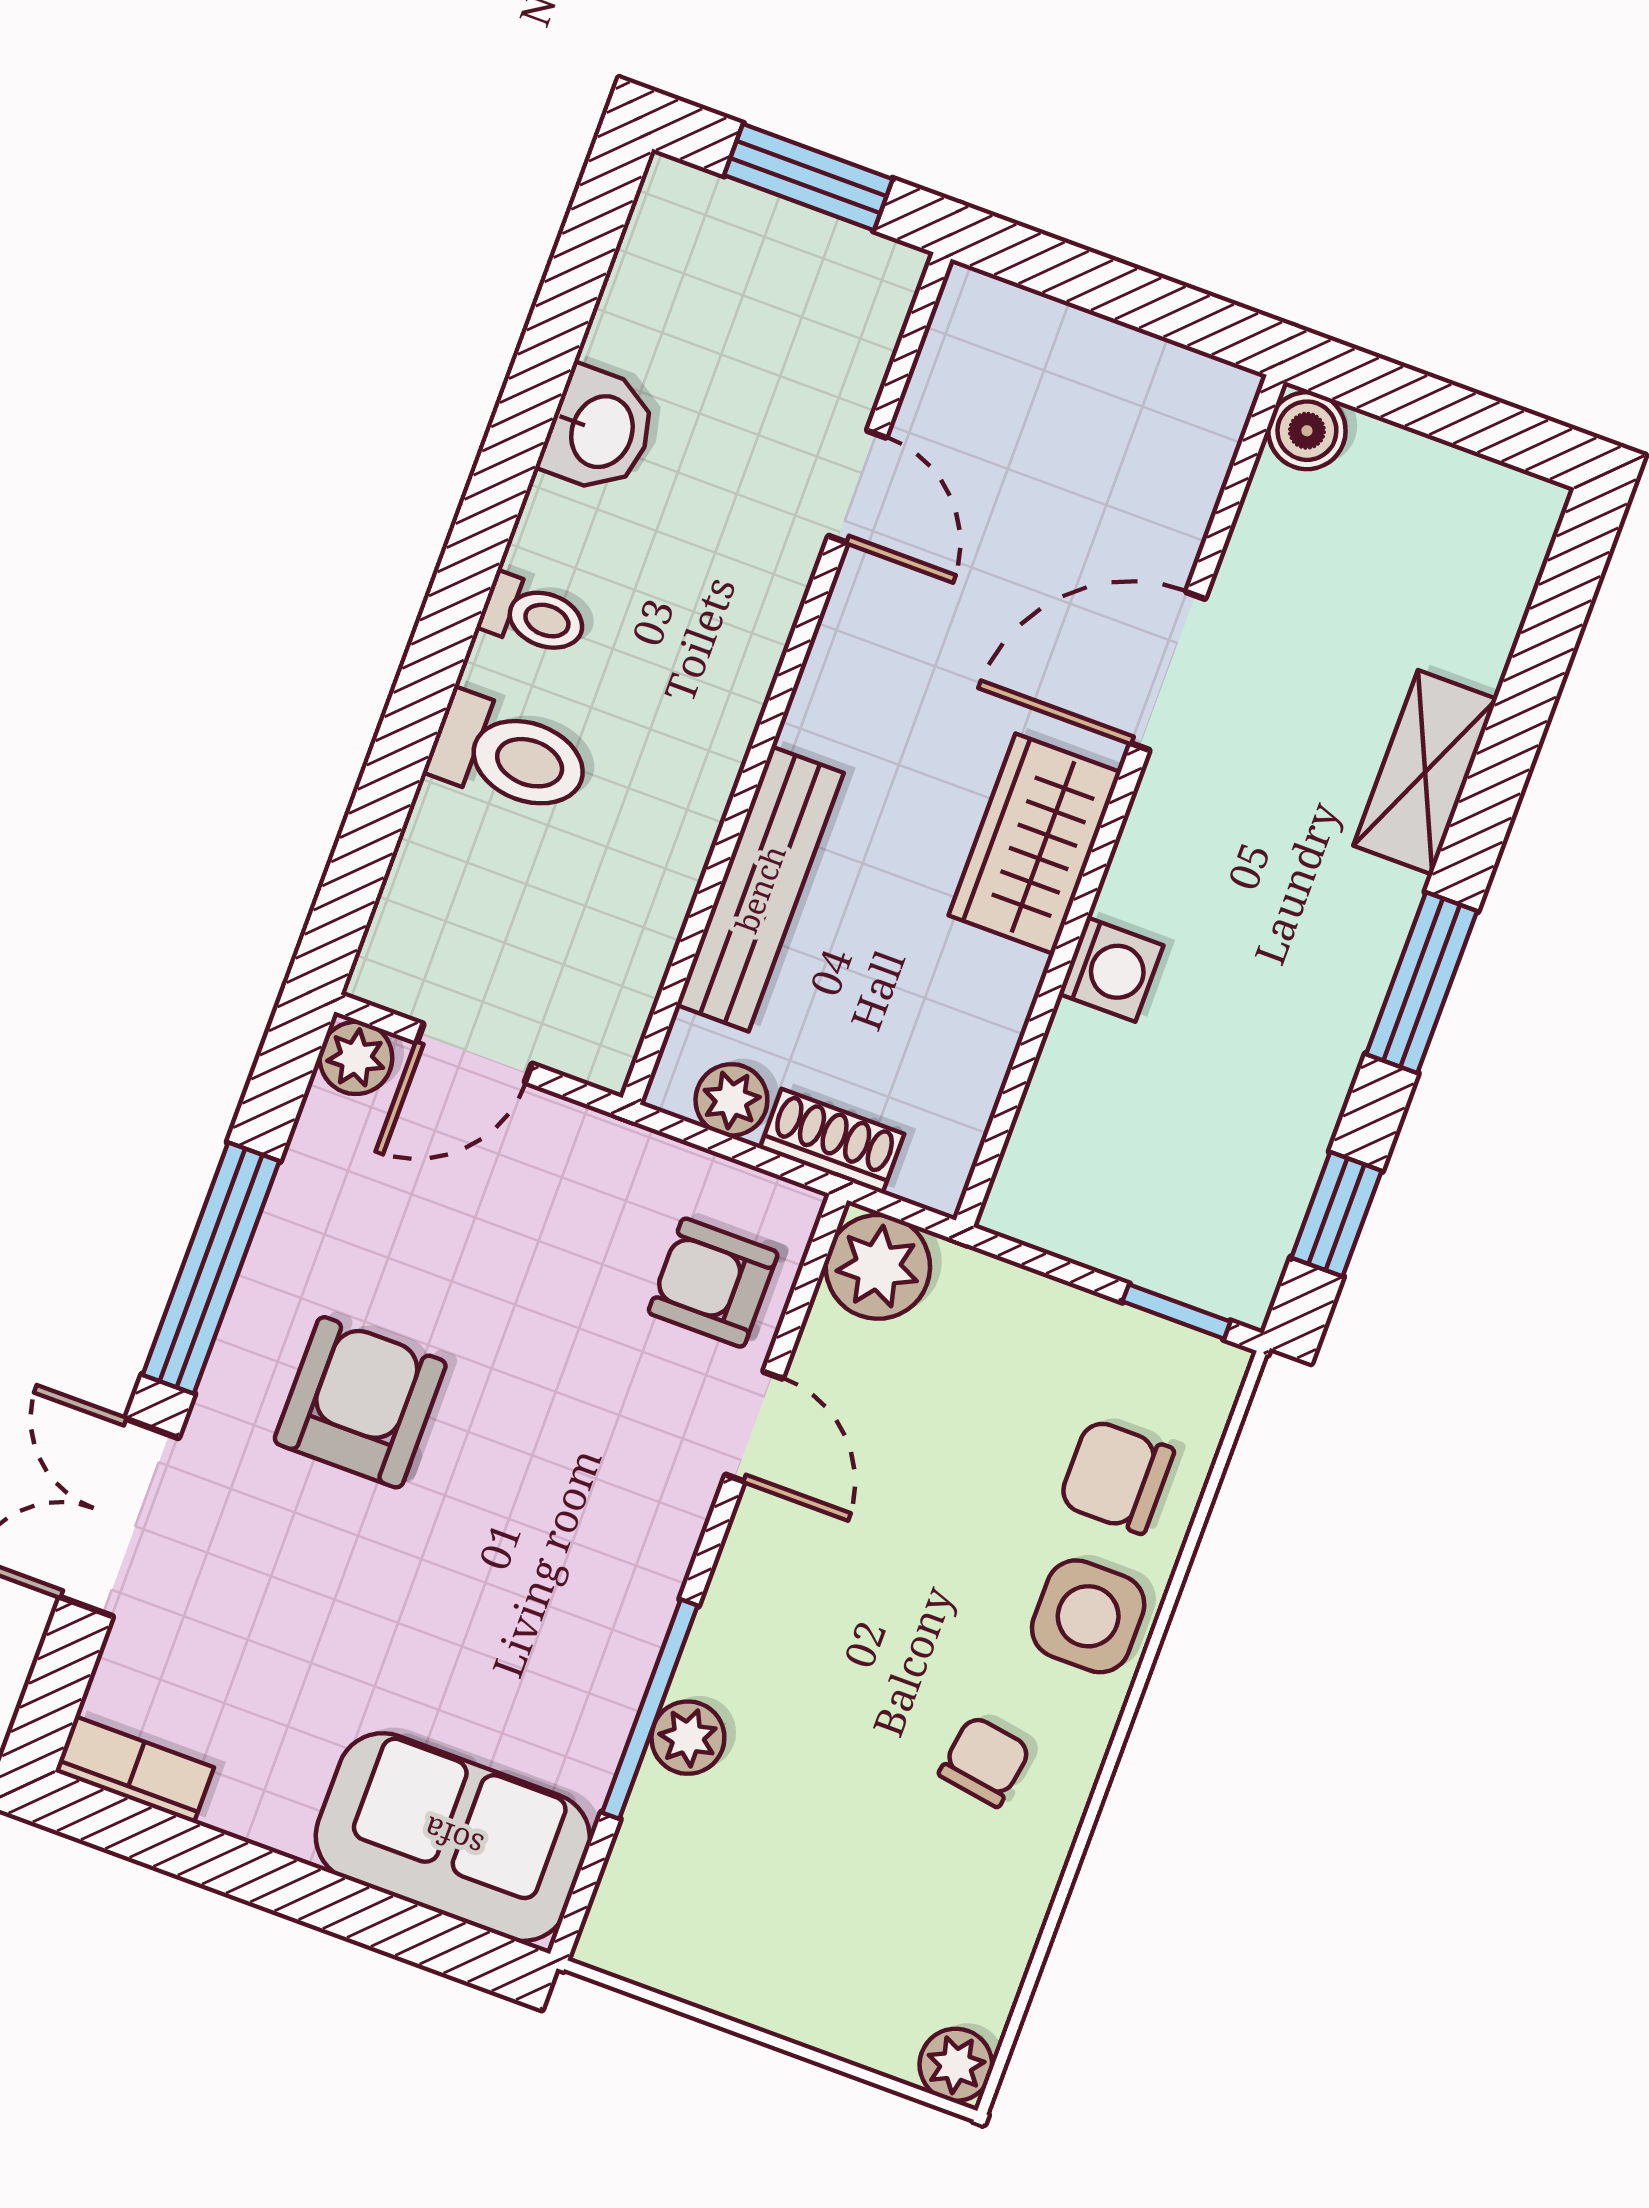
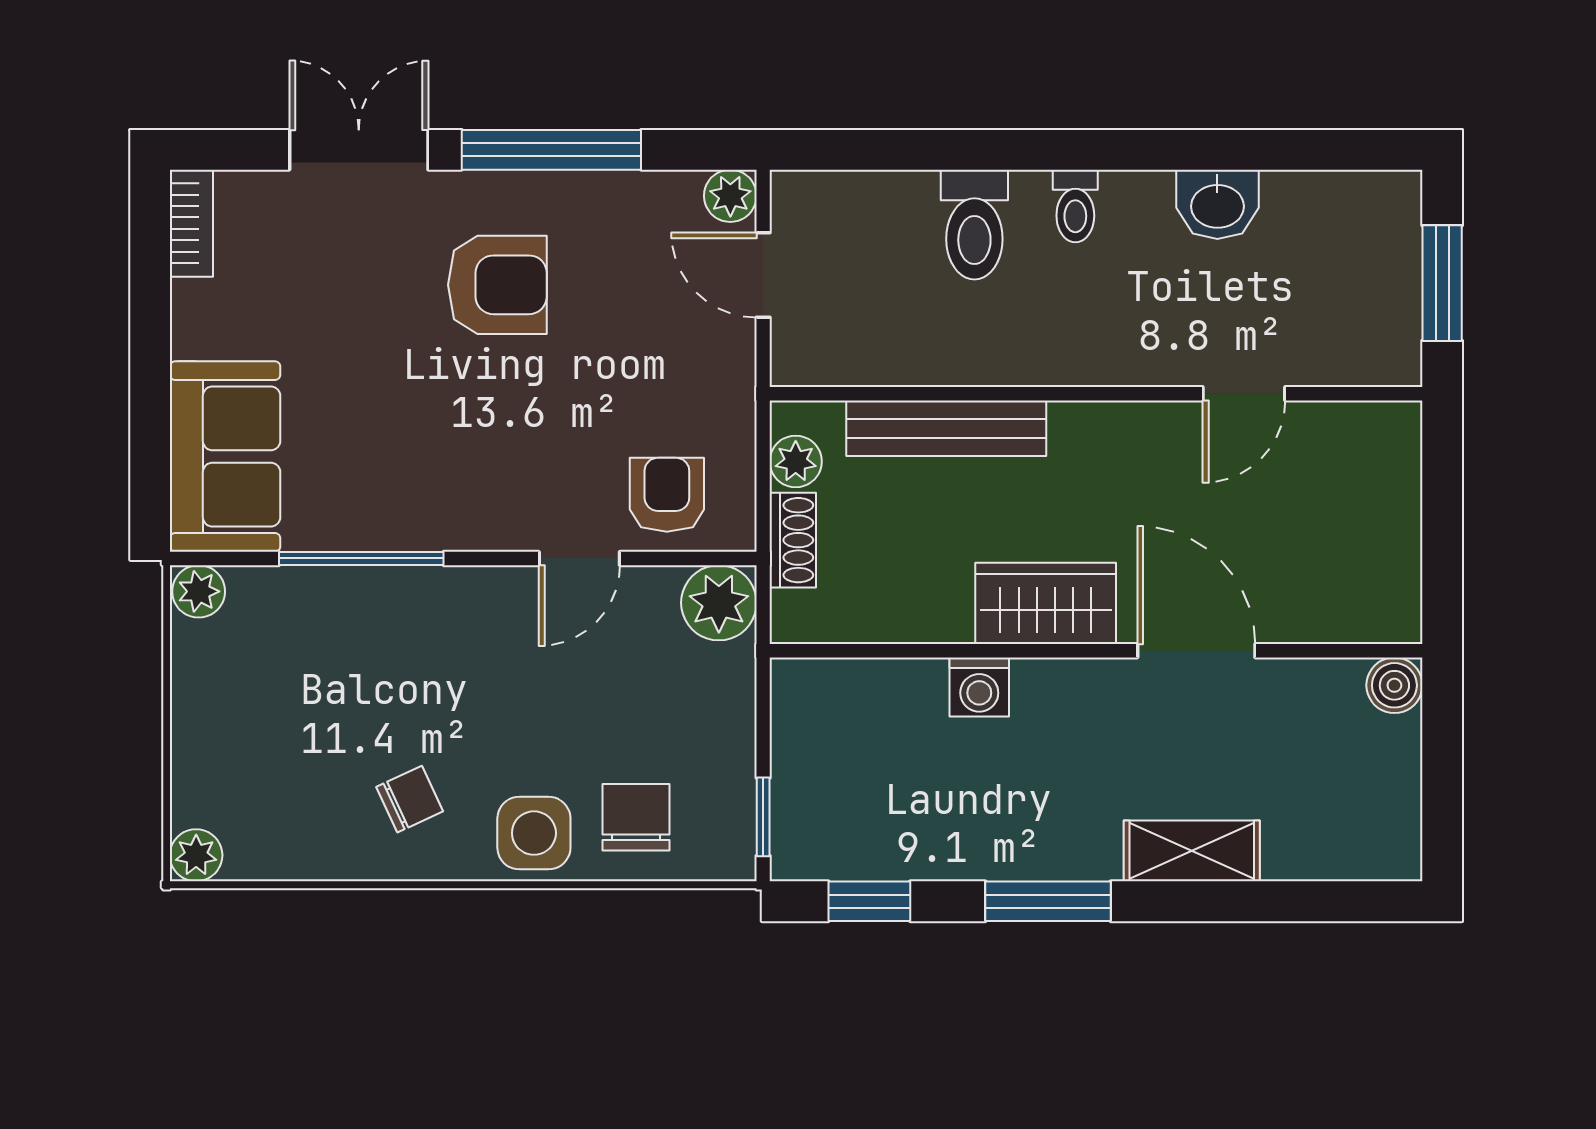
plant: (688, 1738) -> (199, 591), moved
chair: (985, 1761) -> (410, 799), turned -34

